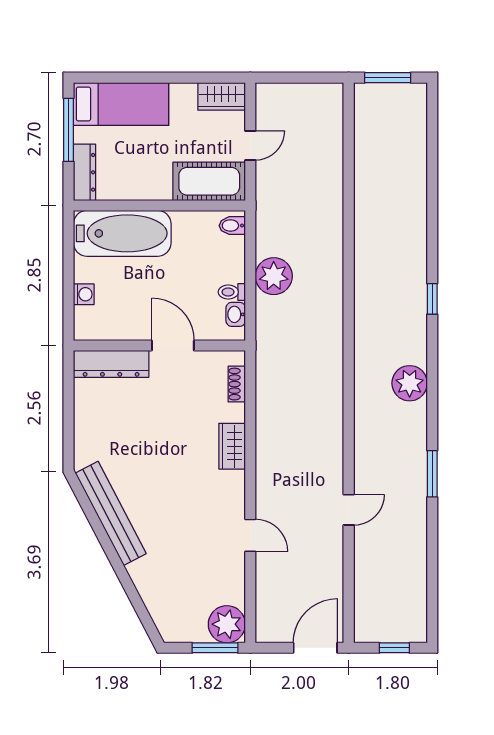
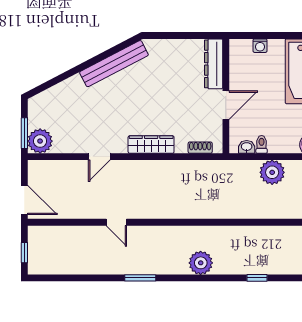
wardrobe: (232, 446) -> (151, 145), width x1.50

